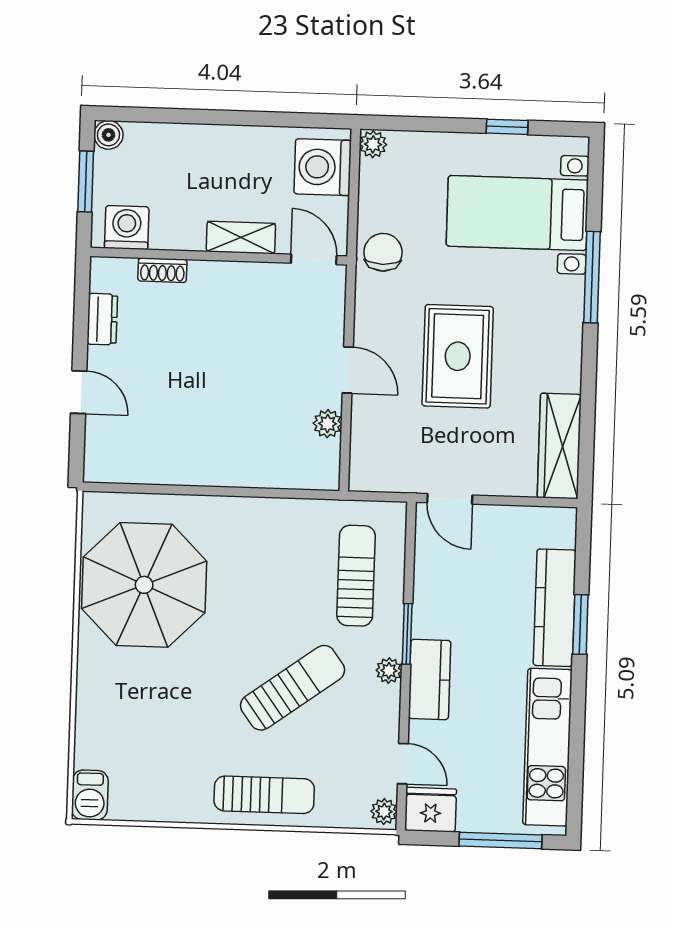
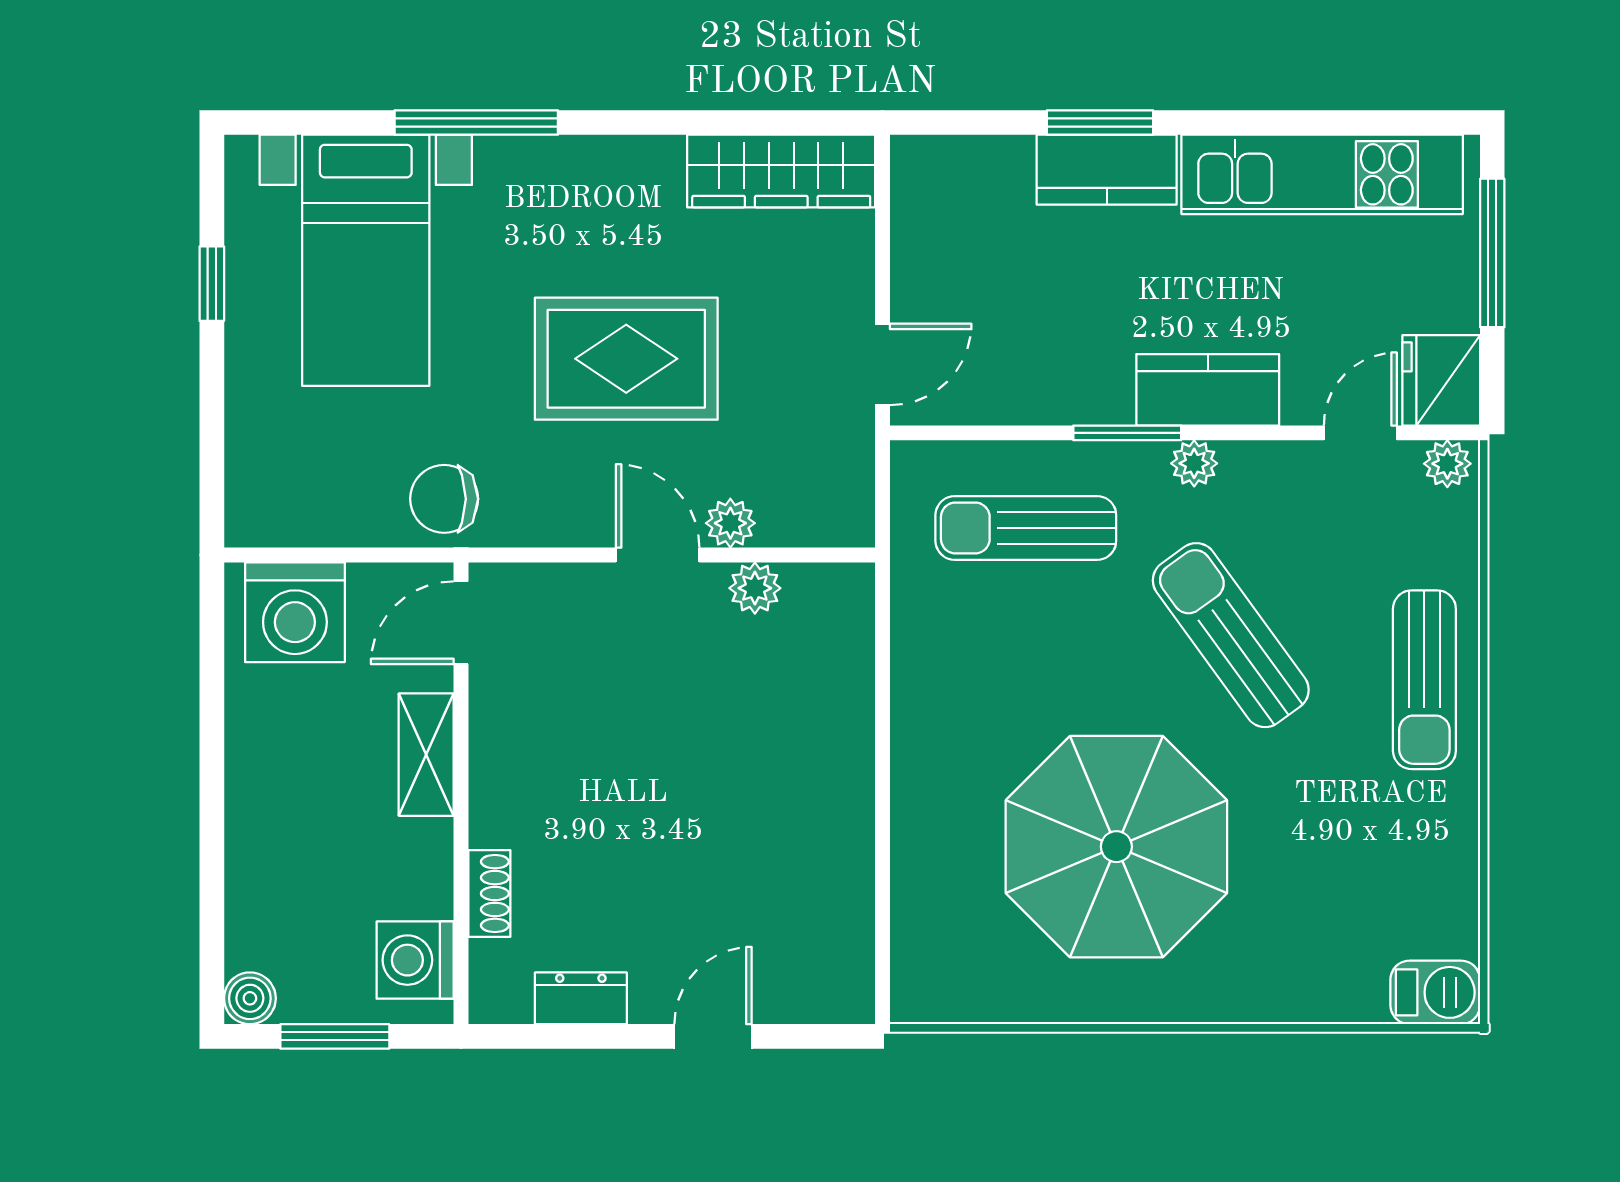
plant: (373, 144) -> (730, 523), moved
door: (348, 370) -> (658, 555), hinge flipped
parasol: (144, 585) -> (1116, 847), moved
kitchen counter: (555, 608) -> (1107, 170), width x0.67
sun lounger: (264, 795) -> (1424, 680), turned 180

